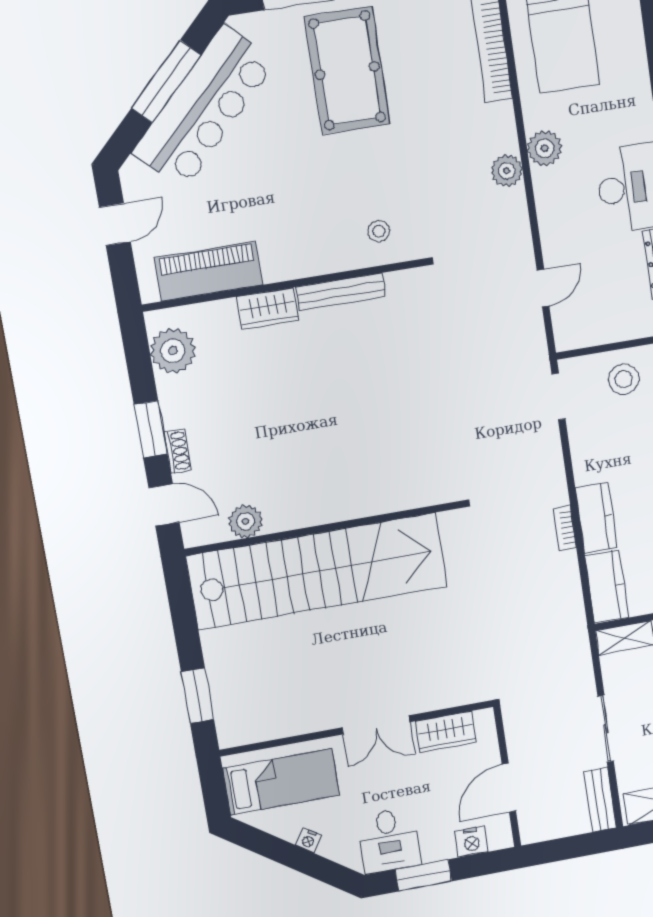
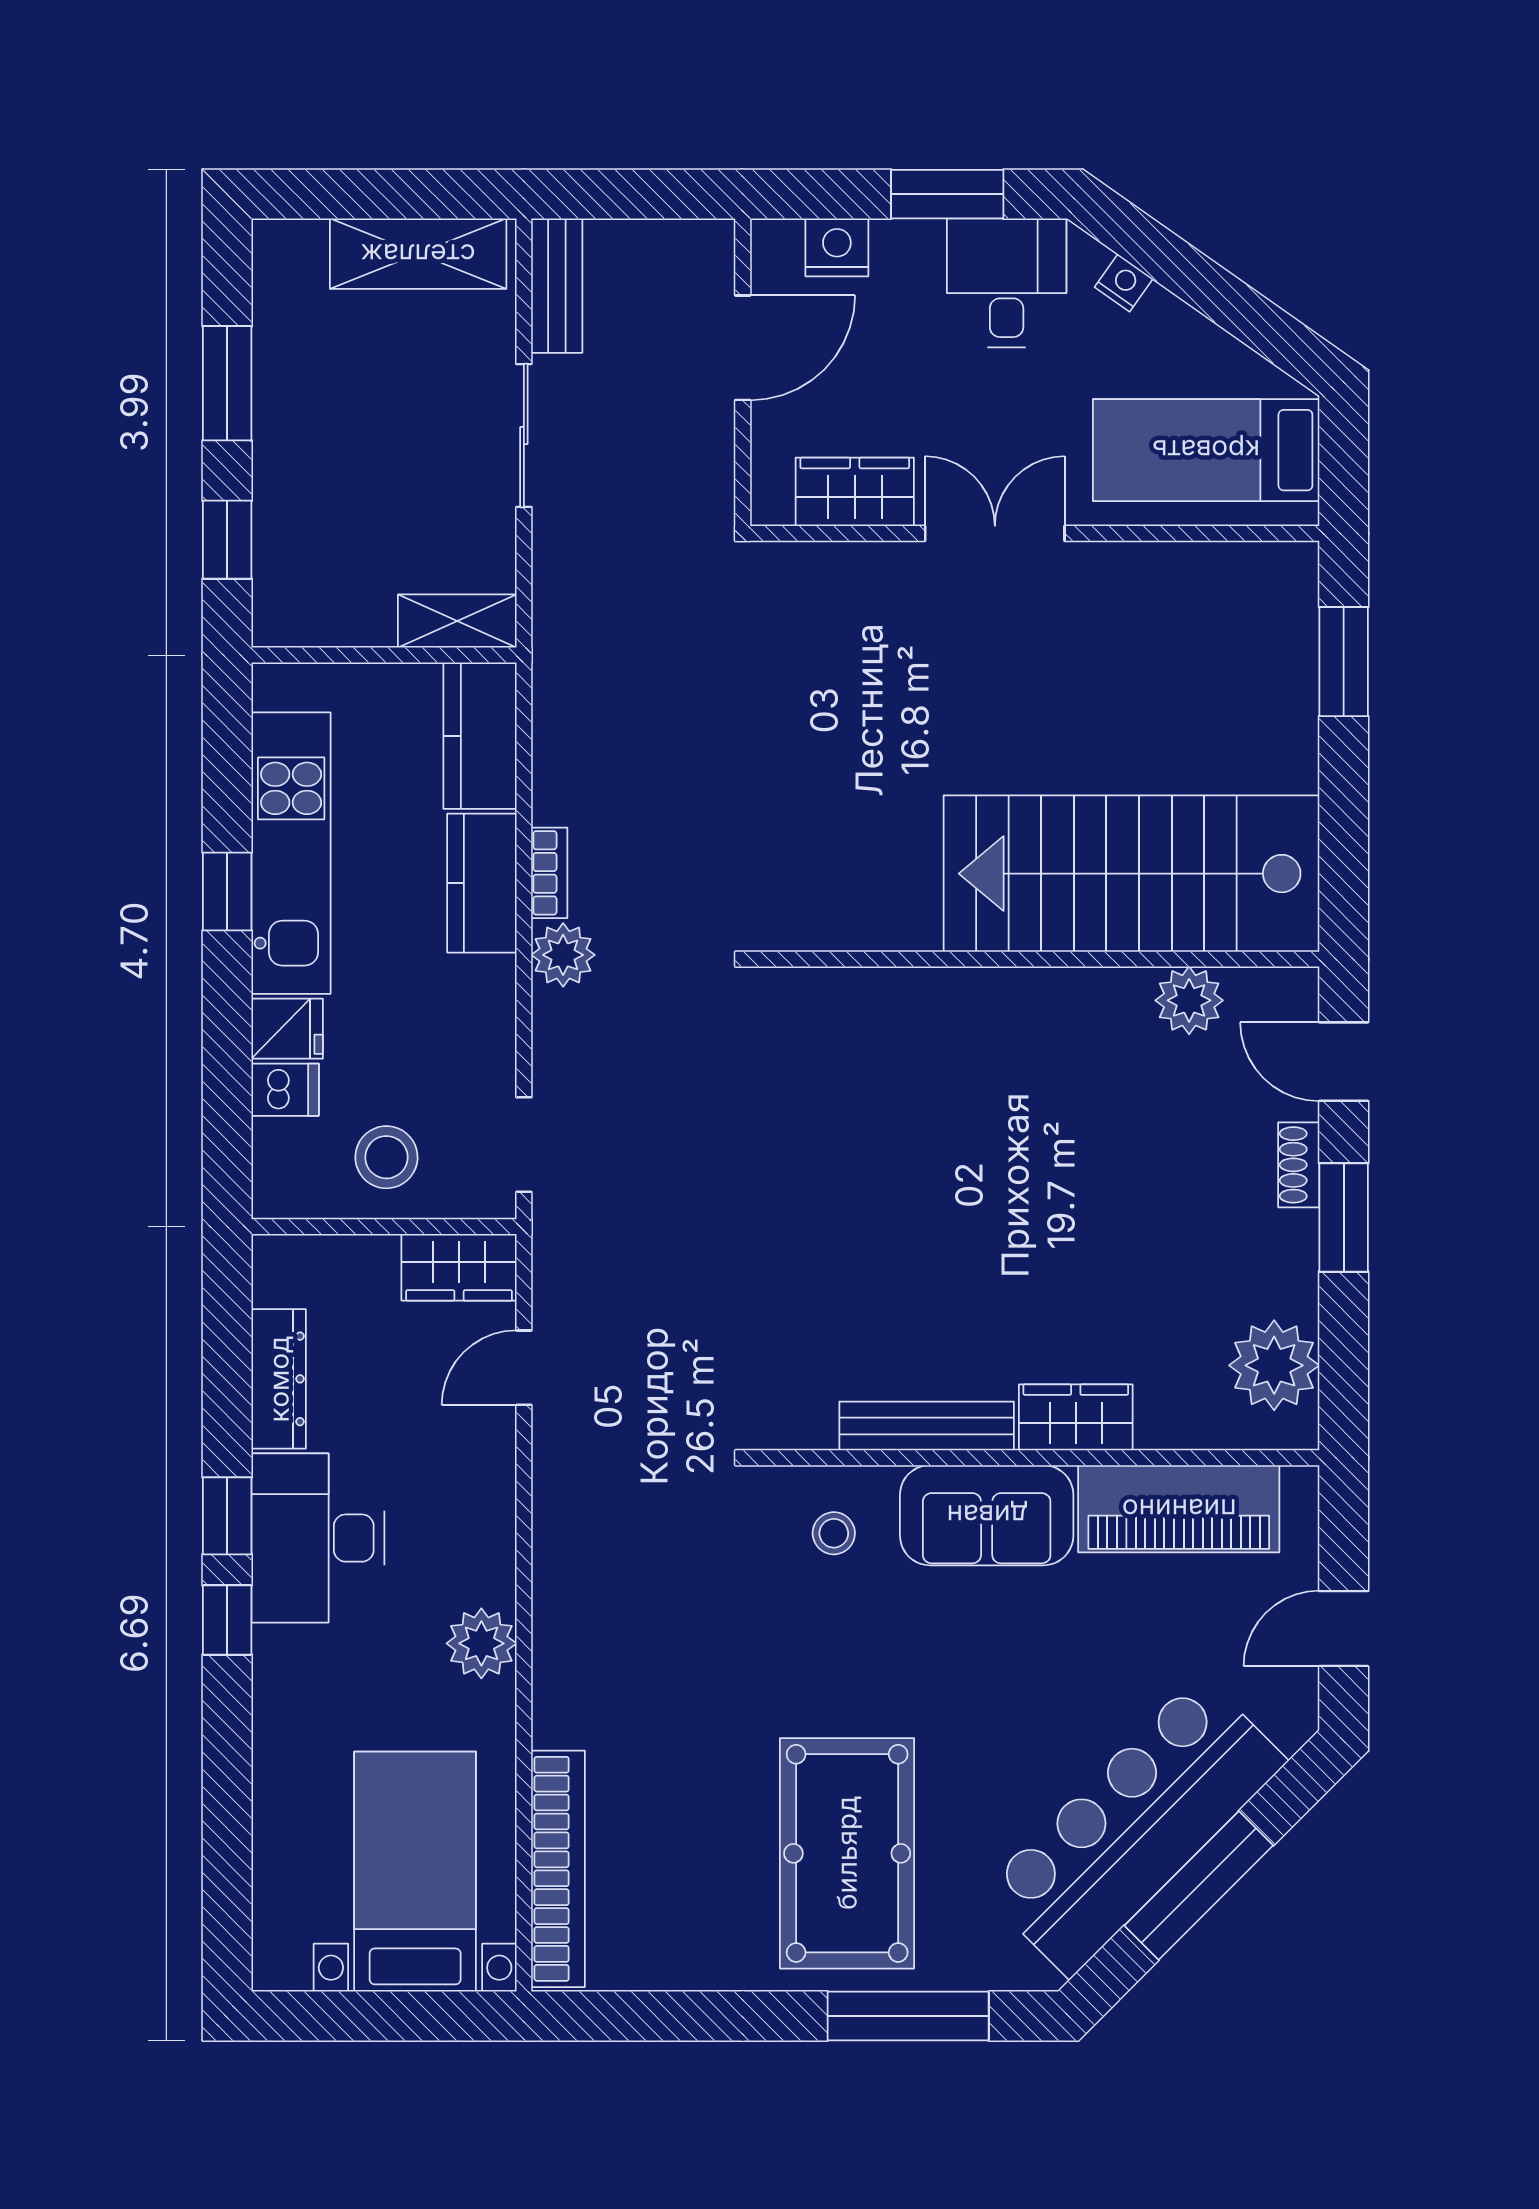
plant: (507, 171) -> (563, 955), moved
sofa: (304, 252) -> (987, 1515), added
wardrobe: (581, 332) -> (459, 1267), added
stairs: (317, 571) -> (1131, 874), width x0.73
nightstand: (309, 840) -> (1124, 283), moved

